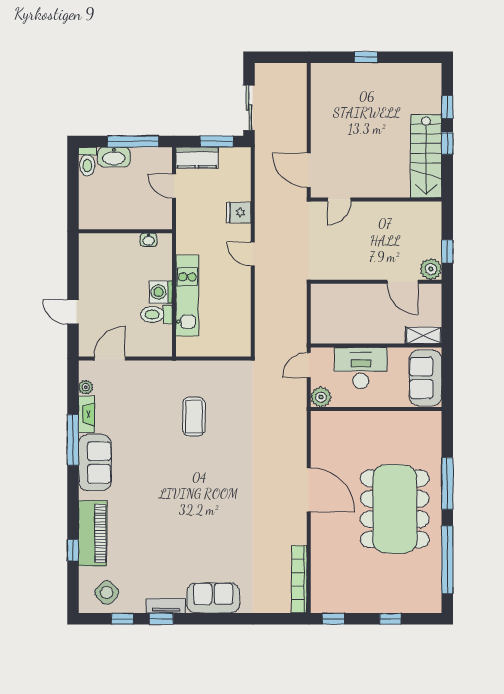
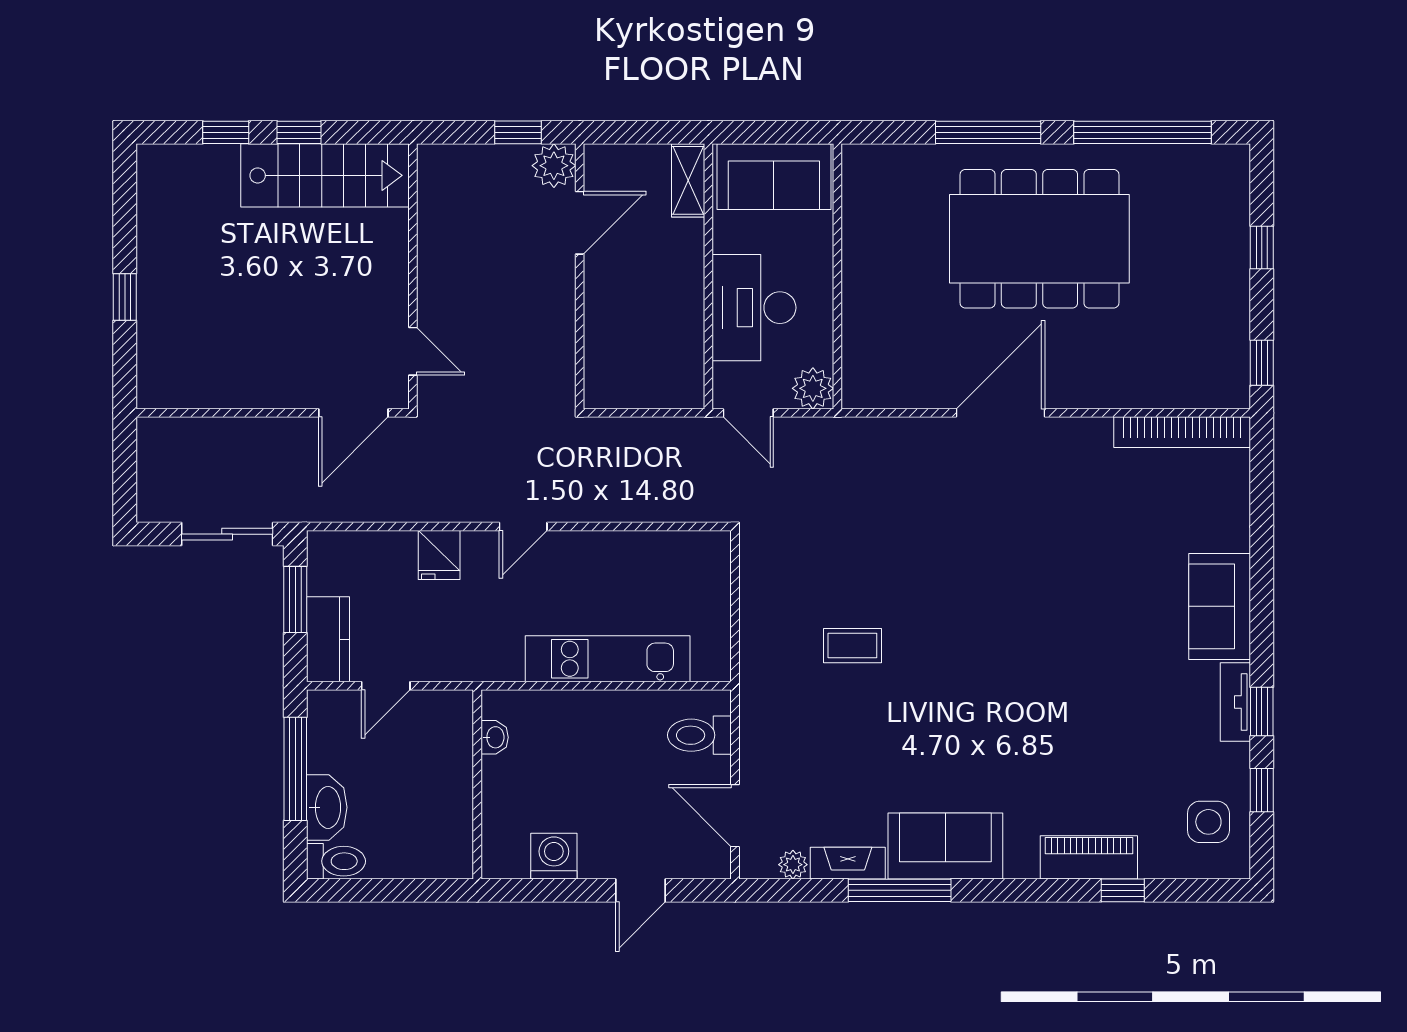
washing machine: (161, 292) -> (554, 856), moved, turned 180
toilet: (156, 314) -> (699, 735), moved, turned 90
coffee table: (194, 417) -> (852, 646), width x0.73, depth x0.77
piano: (93, 533) -> (1089, 857), width x0.73, depth x0.75
side table: (107, 592) -> (1208, 822), turned 45

